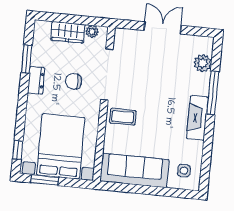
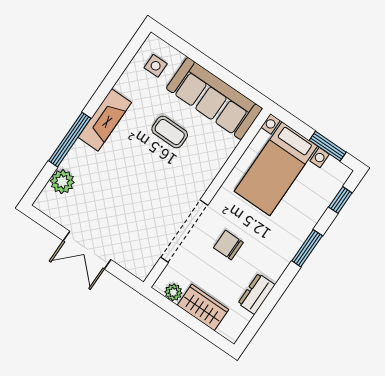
window: (27, 59) -> (307, 248), moved
dresser: (36, 80) -> (257, 294), moved
chair: (74, 81) -> (228, 245), turned 180
coffee table: (123, 117) -> (170, 132), moved
bed with nightstands: (61, 146) -> (276, 169), width x0.73

